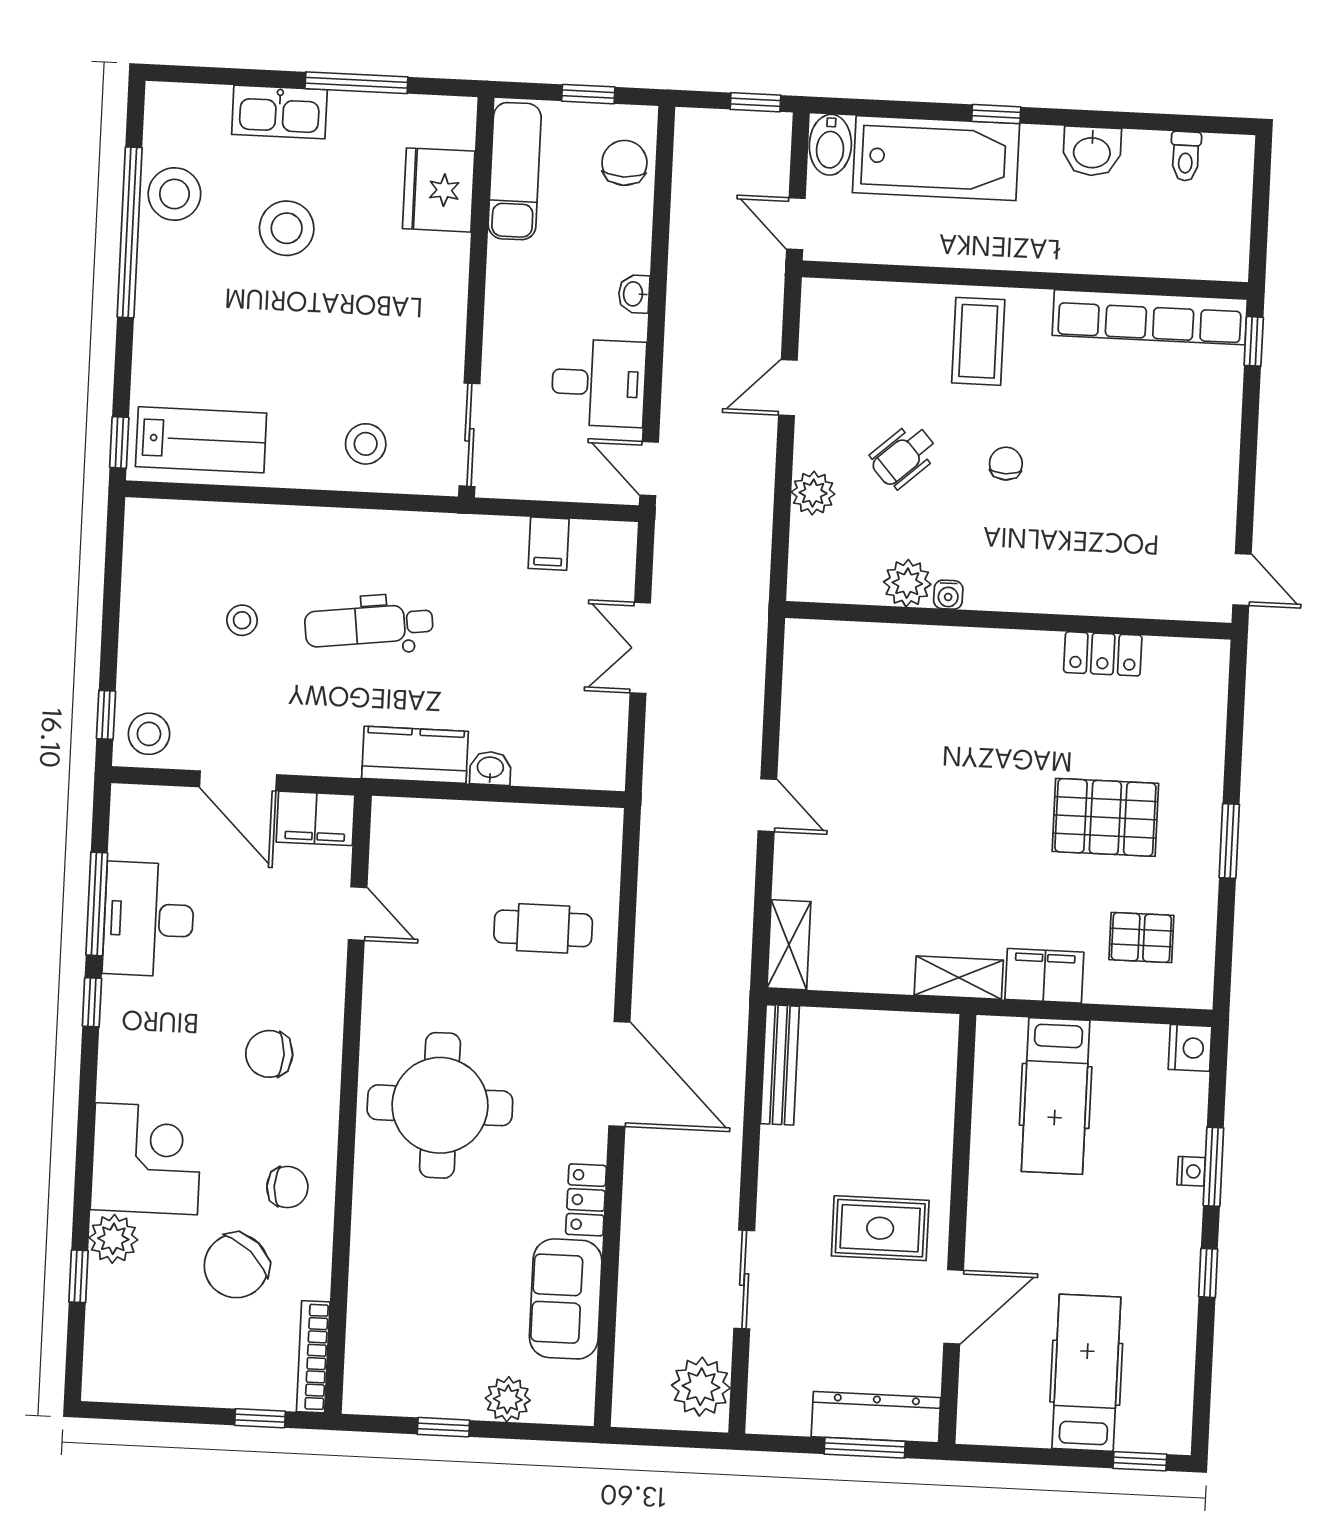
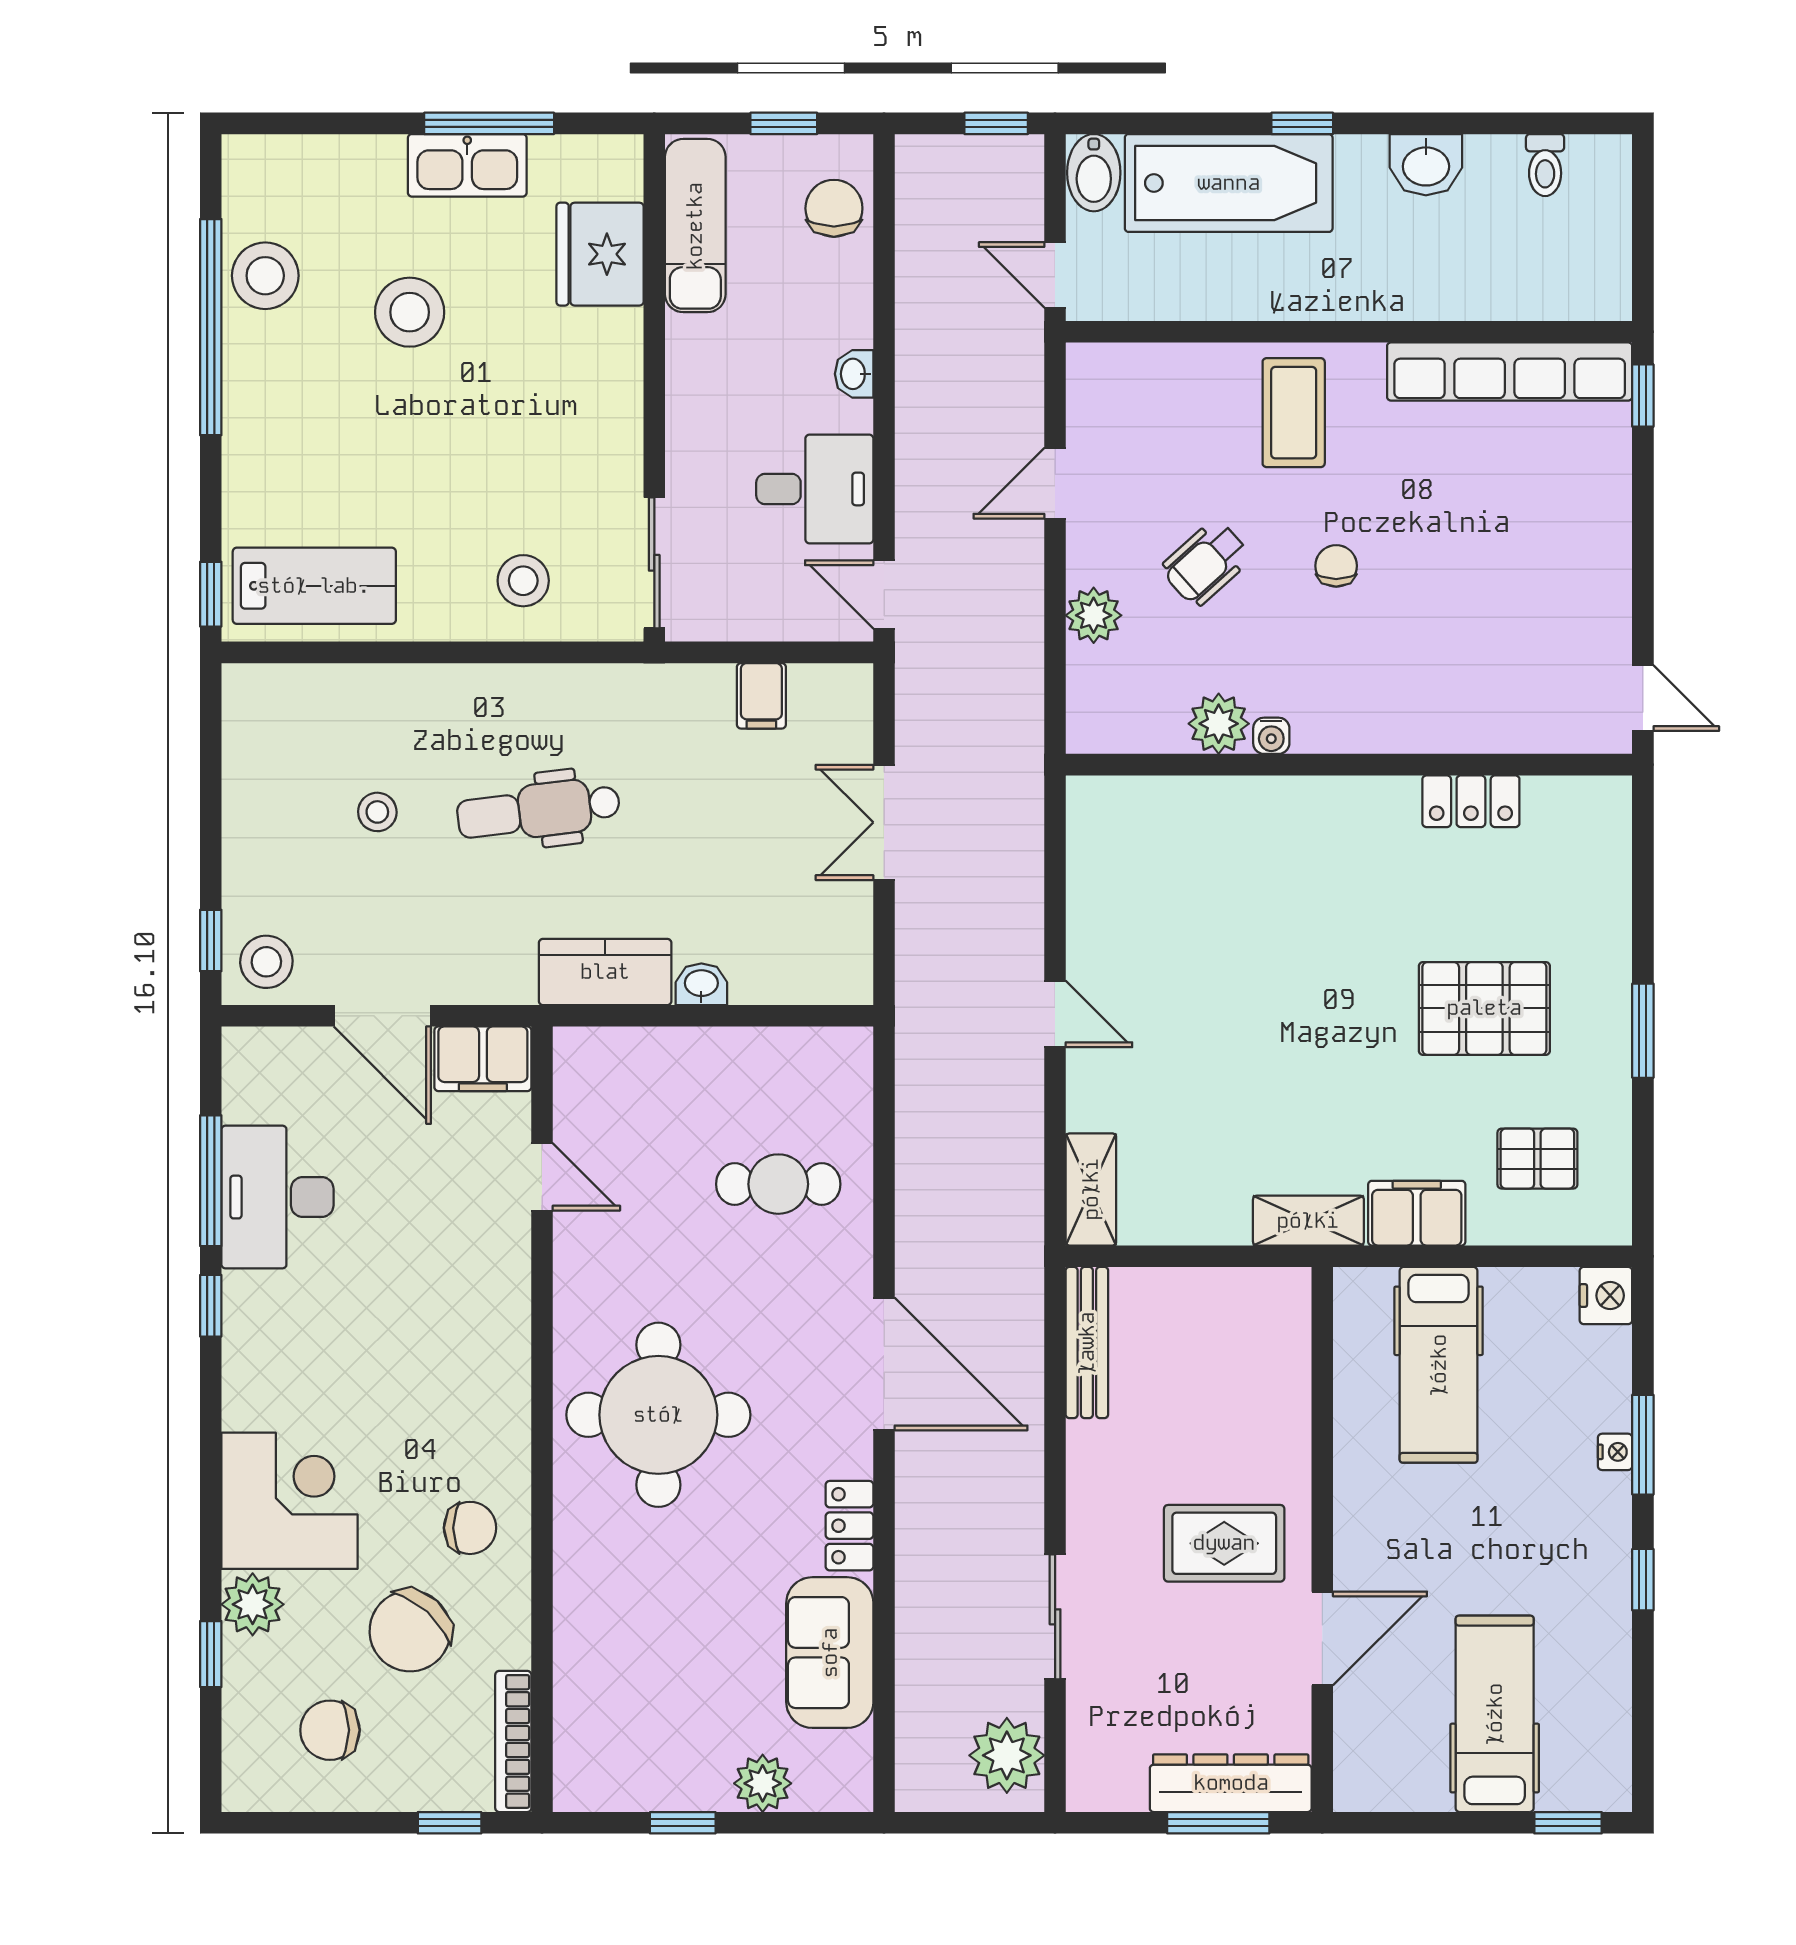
kitchen sink: (279, 112) -> (467, 165), moved
chair: (269, 1054) -> (330, 1730), moved

